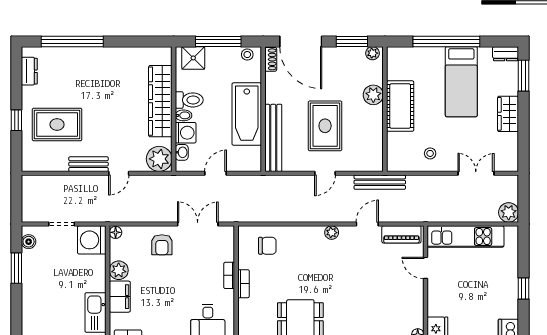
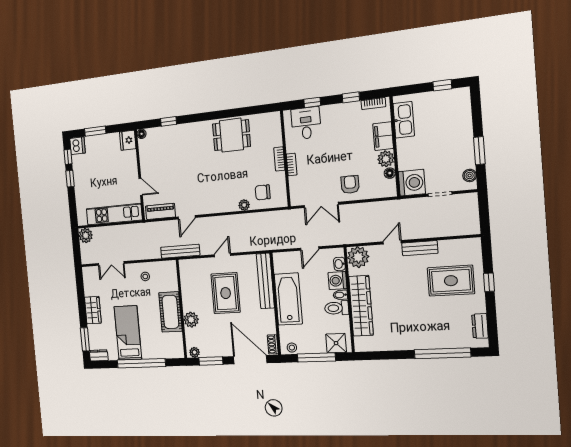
floor lamp: (116, 232) -> (390, 173), moved
plant: (332, 233) -> (244, 205), moved
window: (524, 317) -> (68, 157), added

